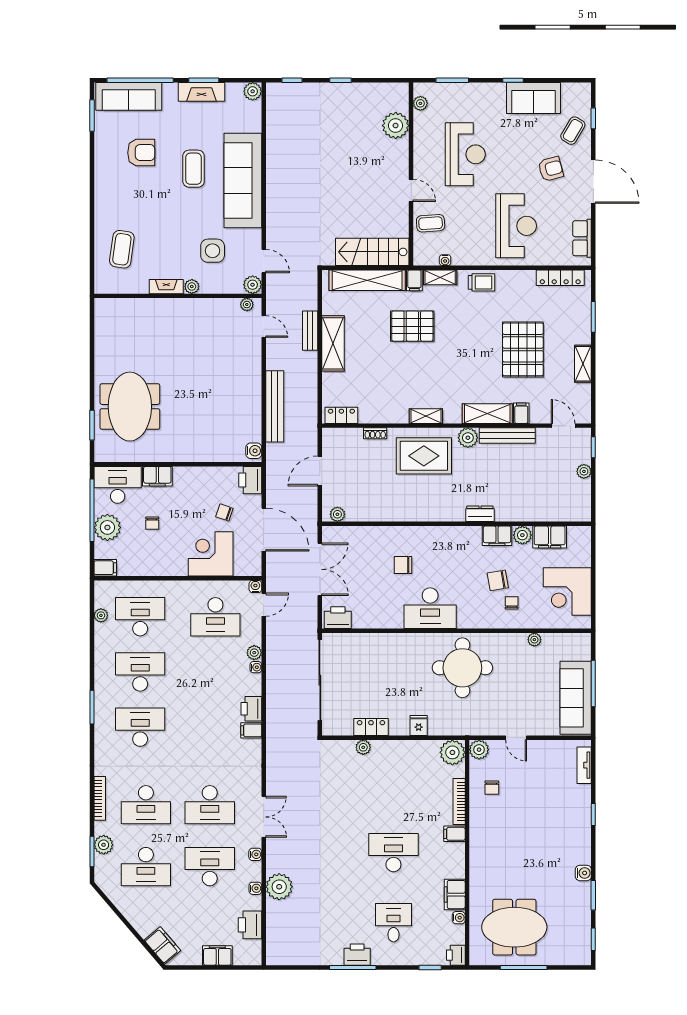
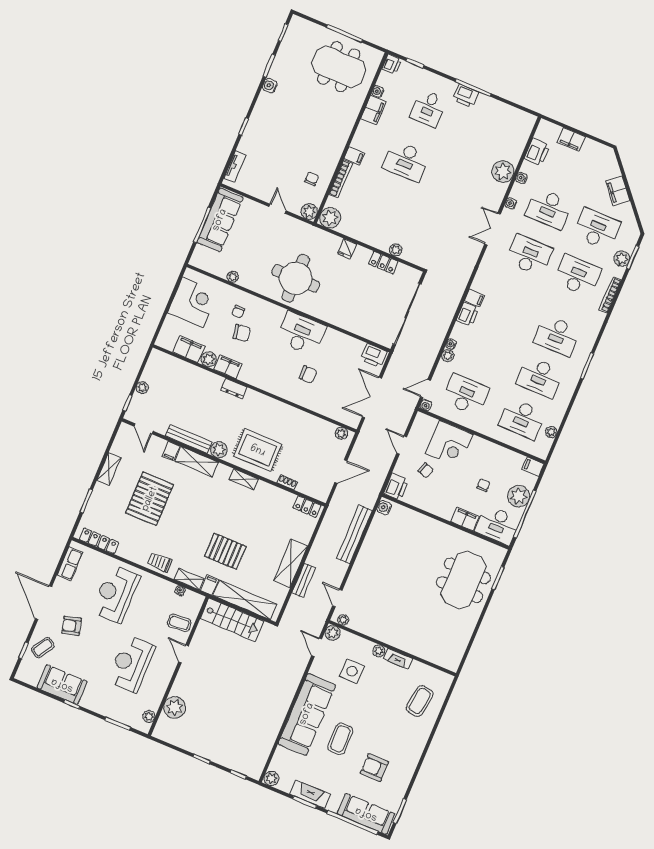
door: (264, 530) -> (402, 445), width x0.53
filing cabinet: (162, 945) -> (618, 191), moved

